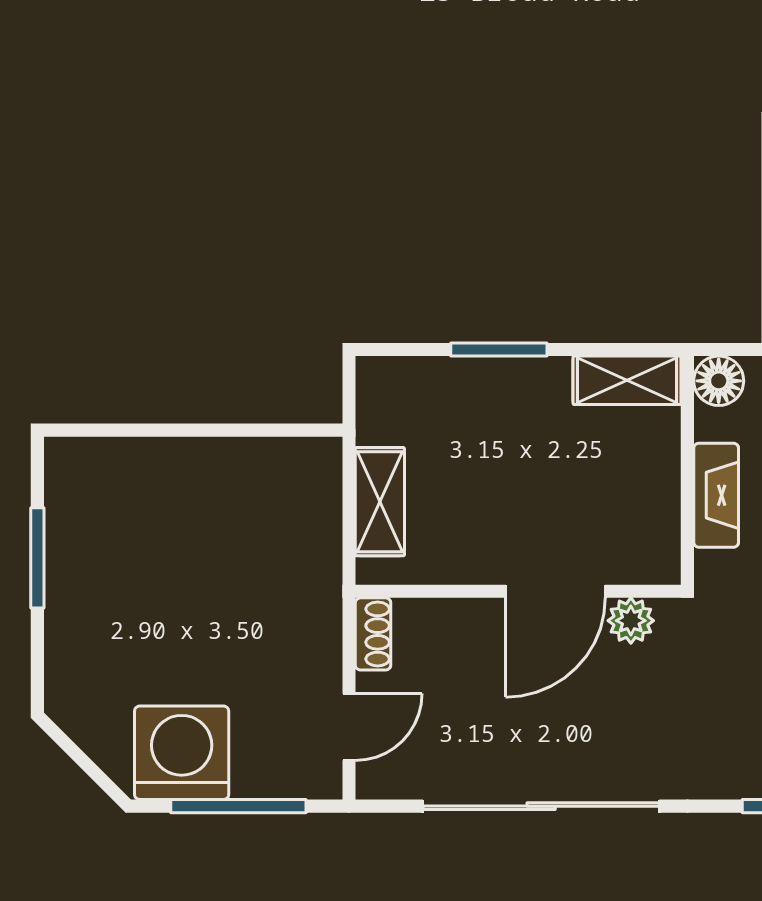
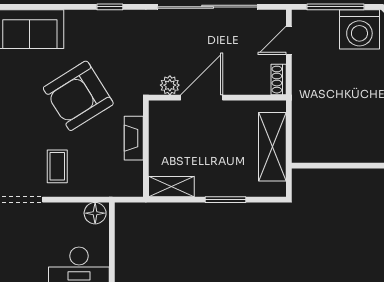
floor lamp: (719, 381) -> (133, 186), removed
shelving: (380, 502) -> (272, 147), width x1.50, depth x1.33

